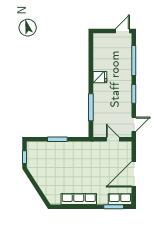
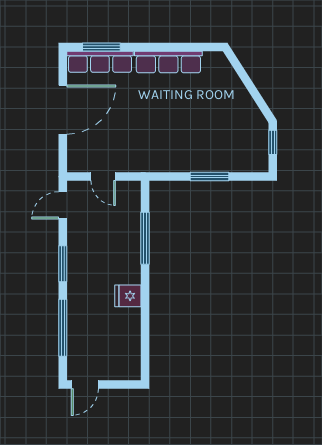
row of seats: (120, 199) -> (100, 62), width x1.48

